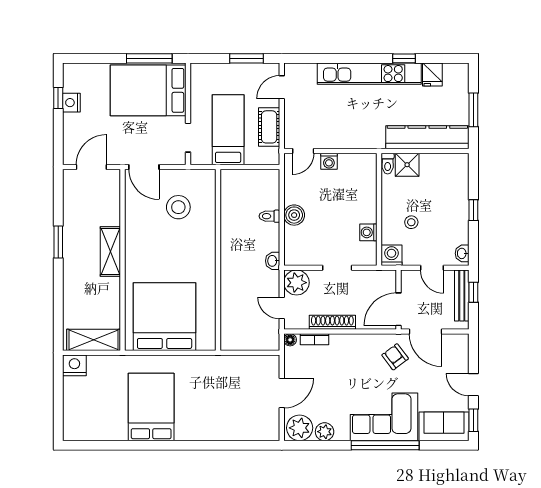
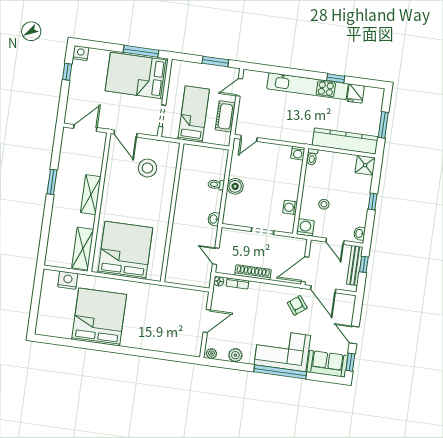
nightstand: (71, 103) -> (81, 53), moved, turned 90
washing machine: (329, 161) -> (298, 153), moved
shower: (407, 165) -> (365, 165), moved
plant: (296, 283) -> (230, 238), removed
shelving: (94, 340) -> (83, 249), moved, turned 90
nightstand: (74, 365) -> (68, 280), moved
bed: (151, 407) -> (99, 317), width x1.36
plant: (300, 428) -> (211, 354), width x0.53, depth x0.53

